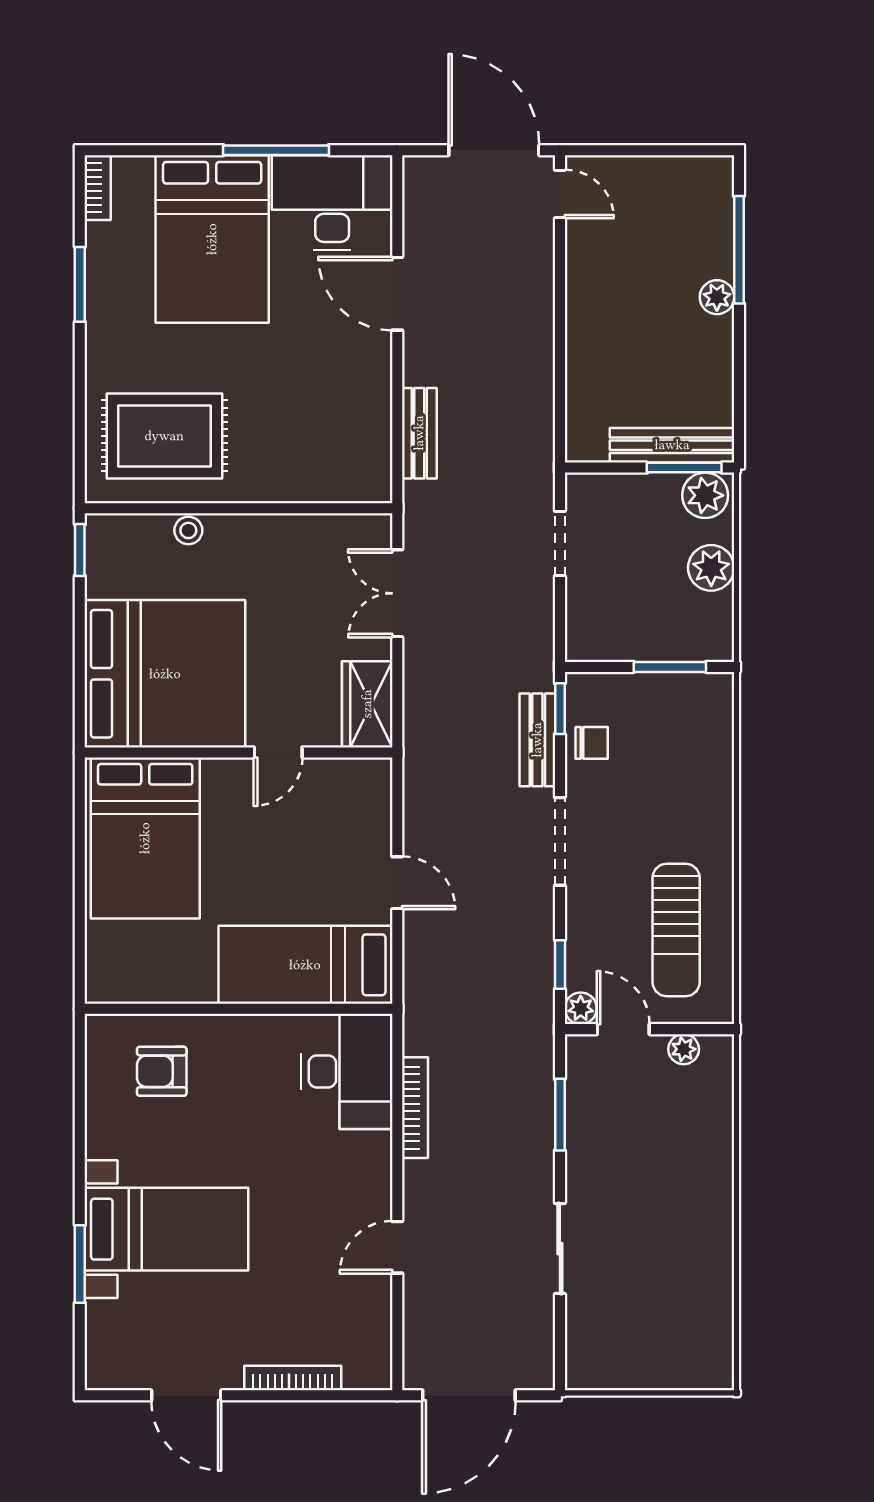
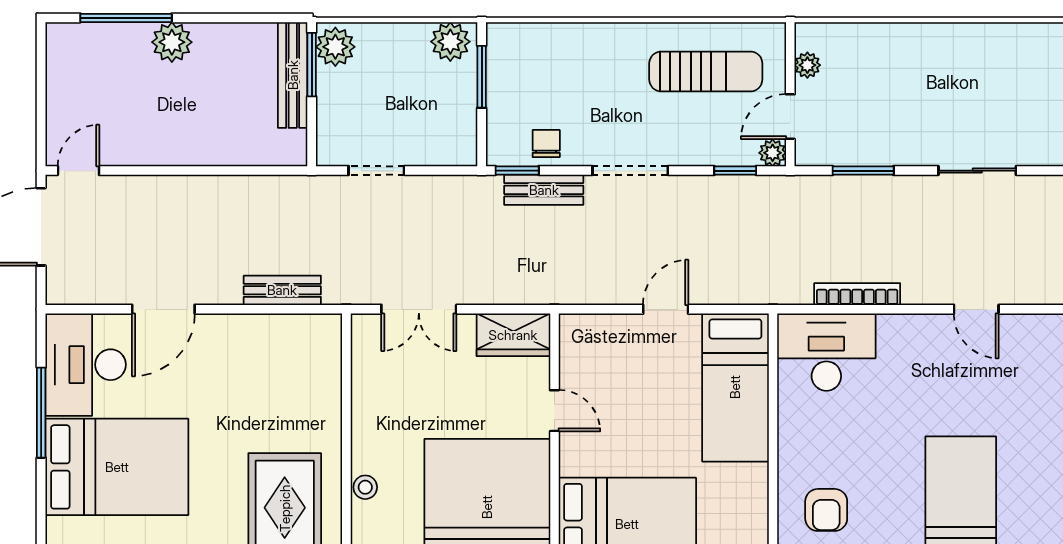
plant: (717, 297) -> (172, 42), width x1.38, depth x1.38
plant: (711, 568) -> (450, 42), moved

